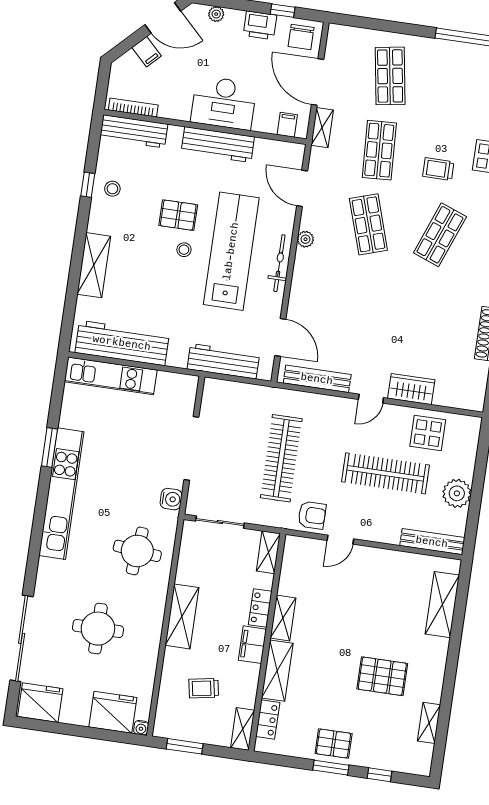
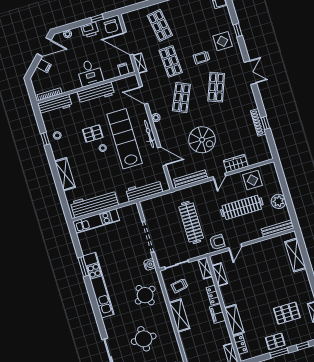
desk: (224, 103) -> (90, 73), width x0.73
shop shelf: (368, 224) -> (181, 98), turned 42
spiral stairs: (370, 318) -> (202, 140), added
door: (280, 337) -> (162, 156), moved
round table: (137, 551) -> (145, 295), turned -31
shelving: (283, 618) -> (220, 275), moved
pallet: (382, 676) -> (287, 313), moved
trolley: (204, 688) -> (180, 286), moved

